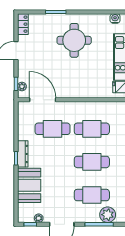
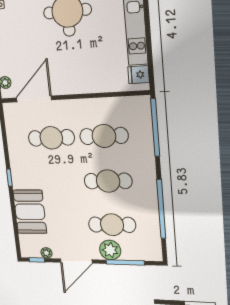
door: (43, 100) -> (34, 99), hinge flipped
dresser: (23, 154) -> (17, 172), removed
plant: (108, 215) -> (110, 250), moved

